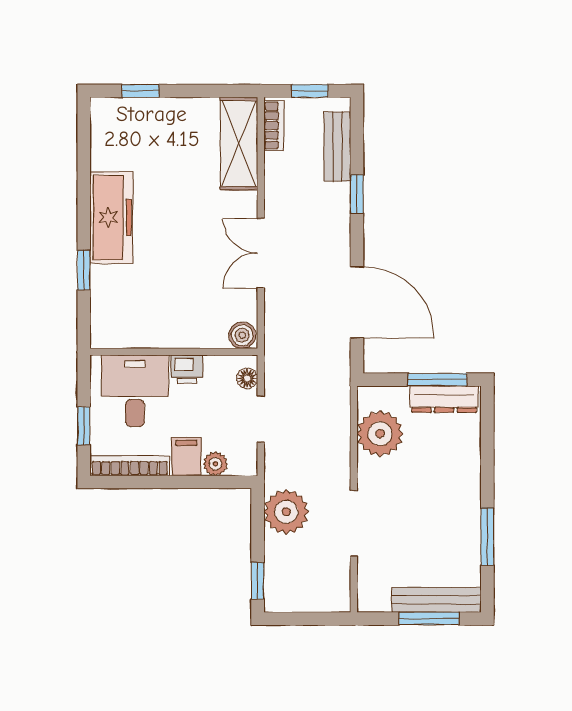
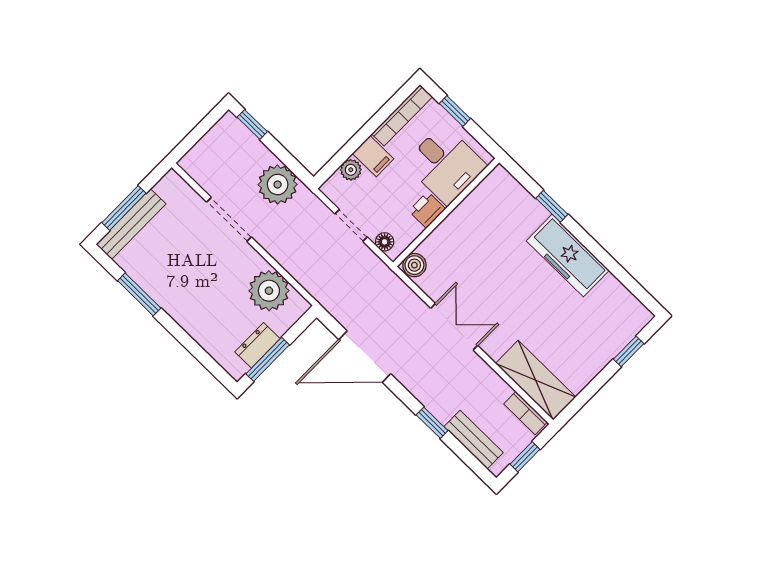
dresser: (444, 399) -> (257, 345), width x0.70

